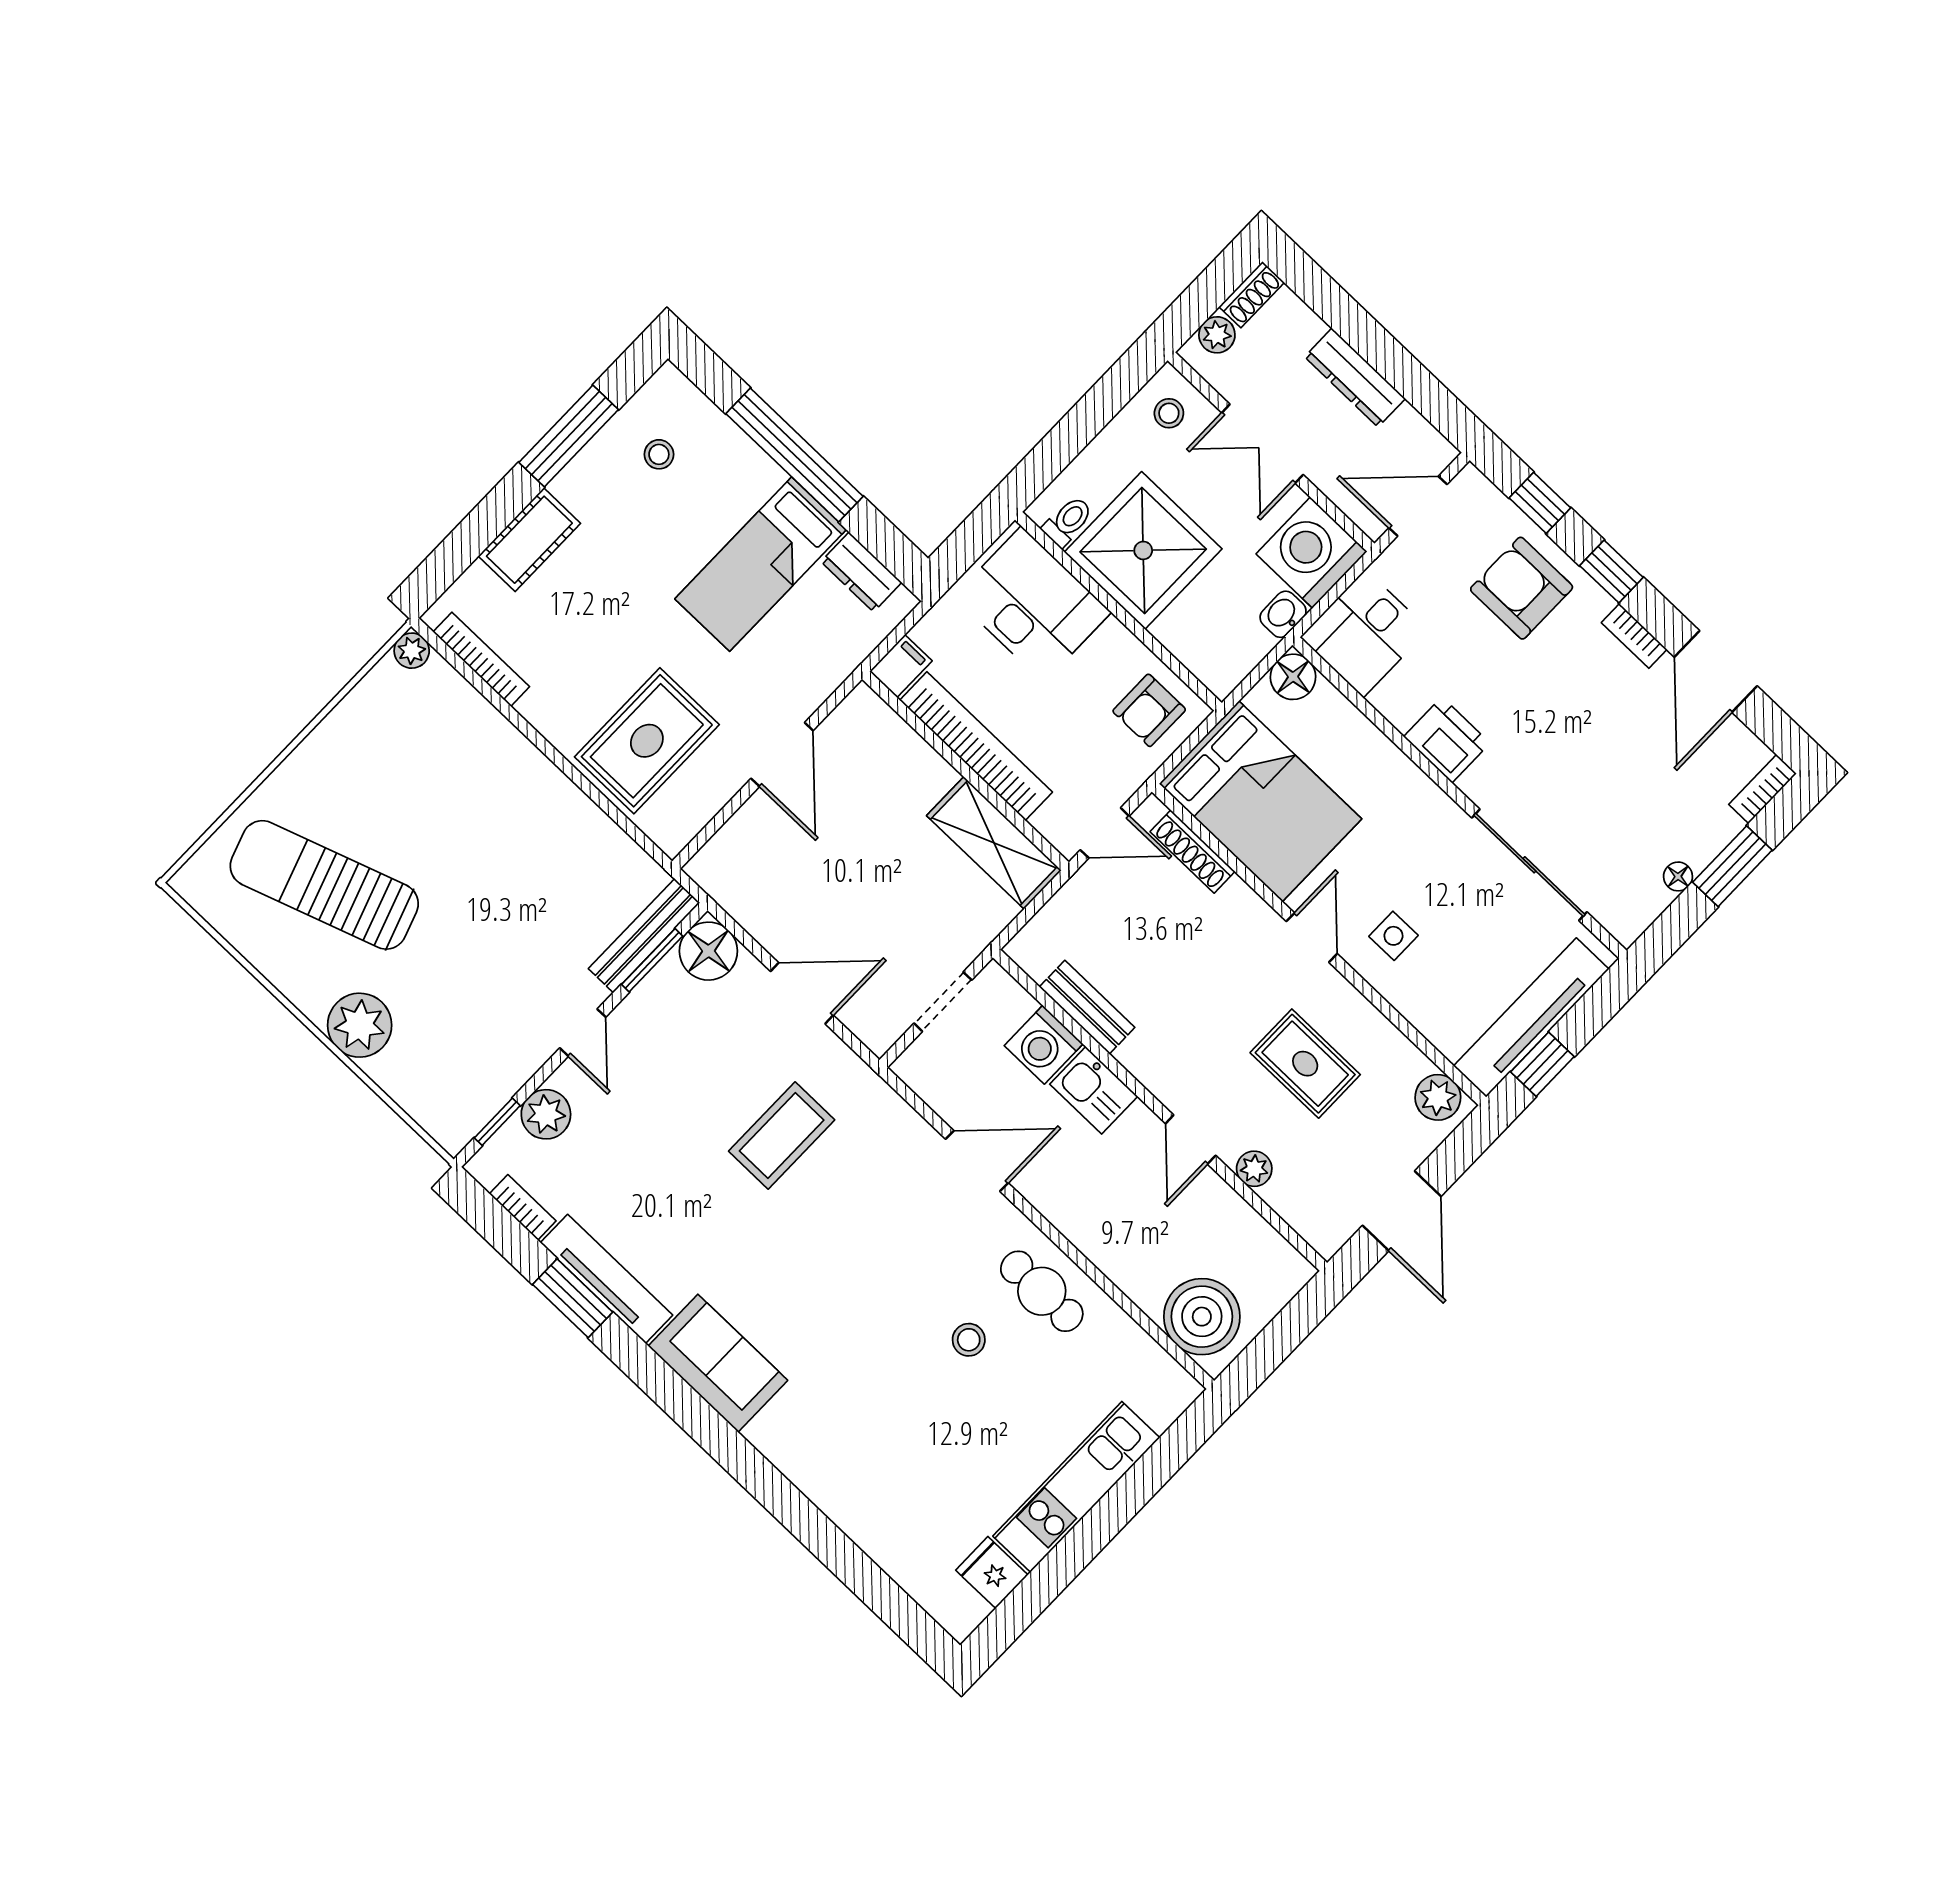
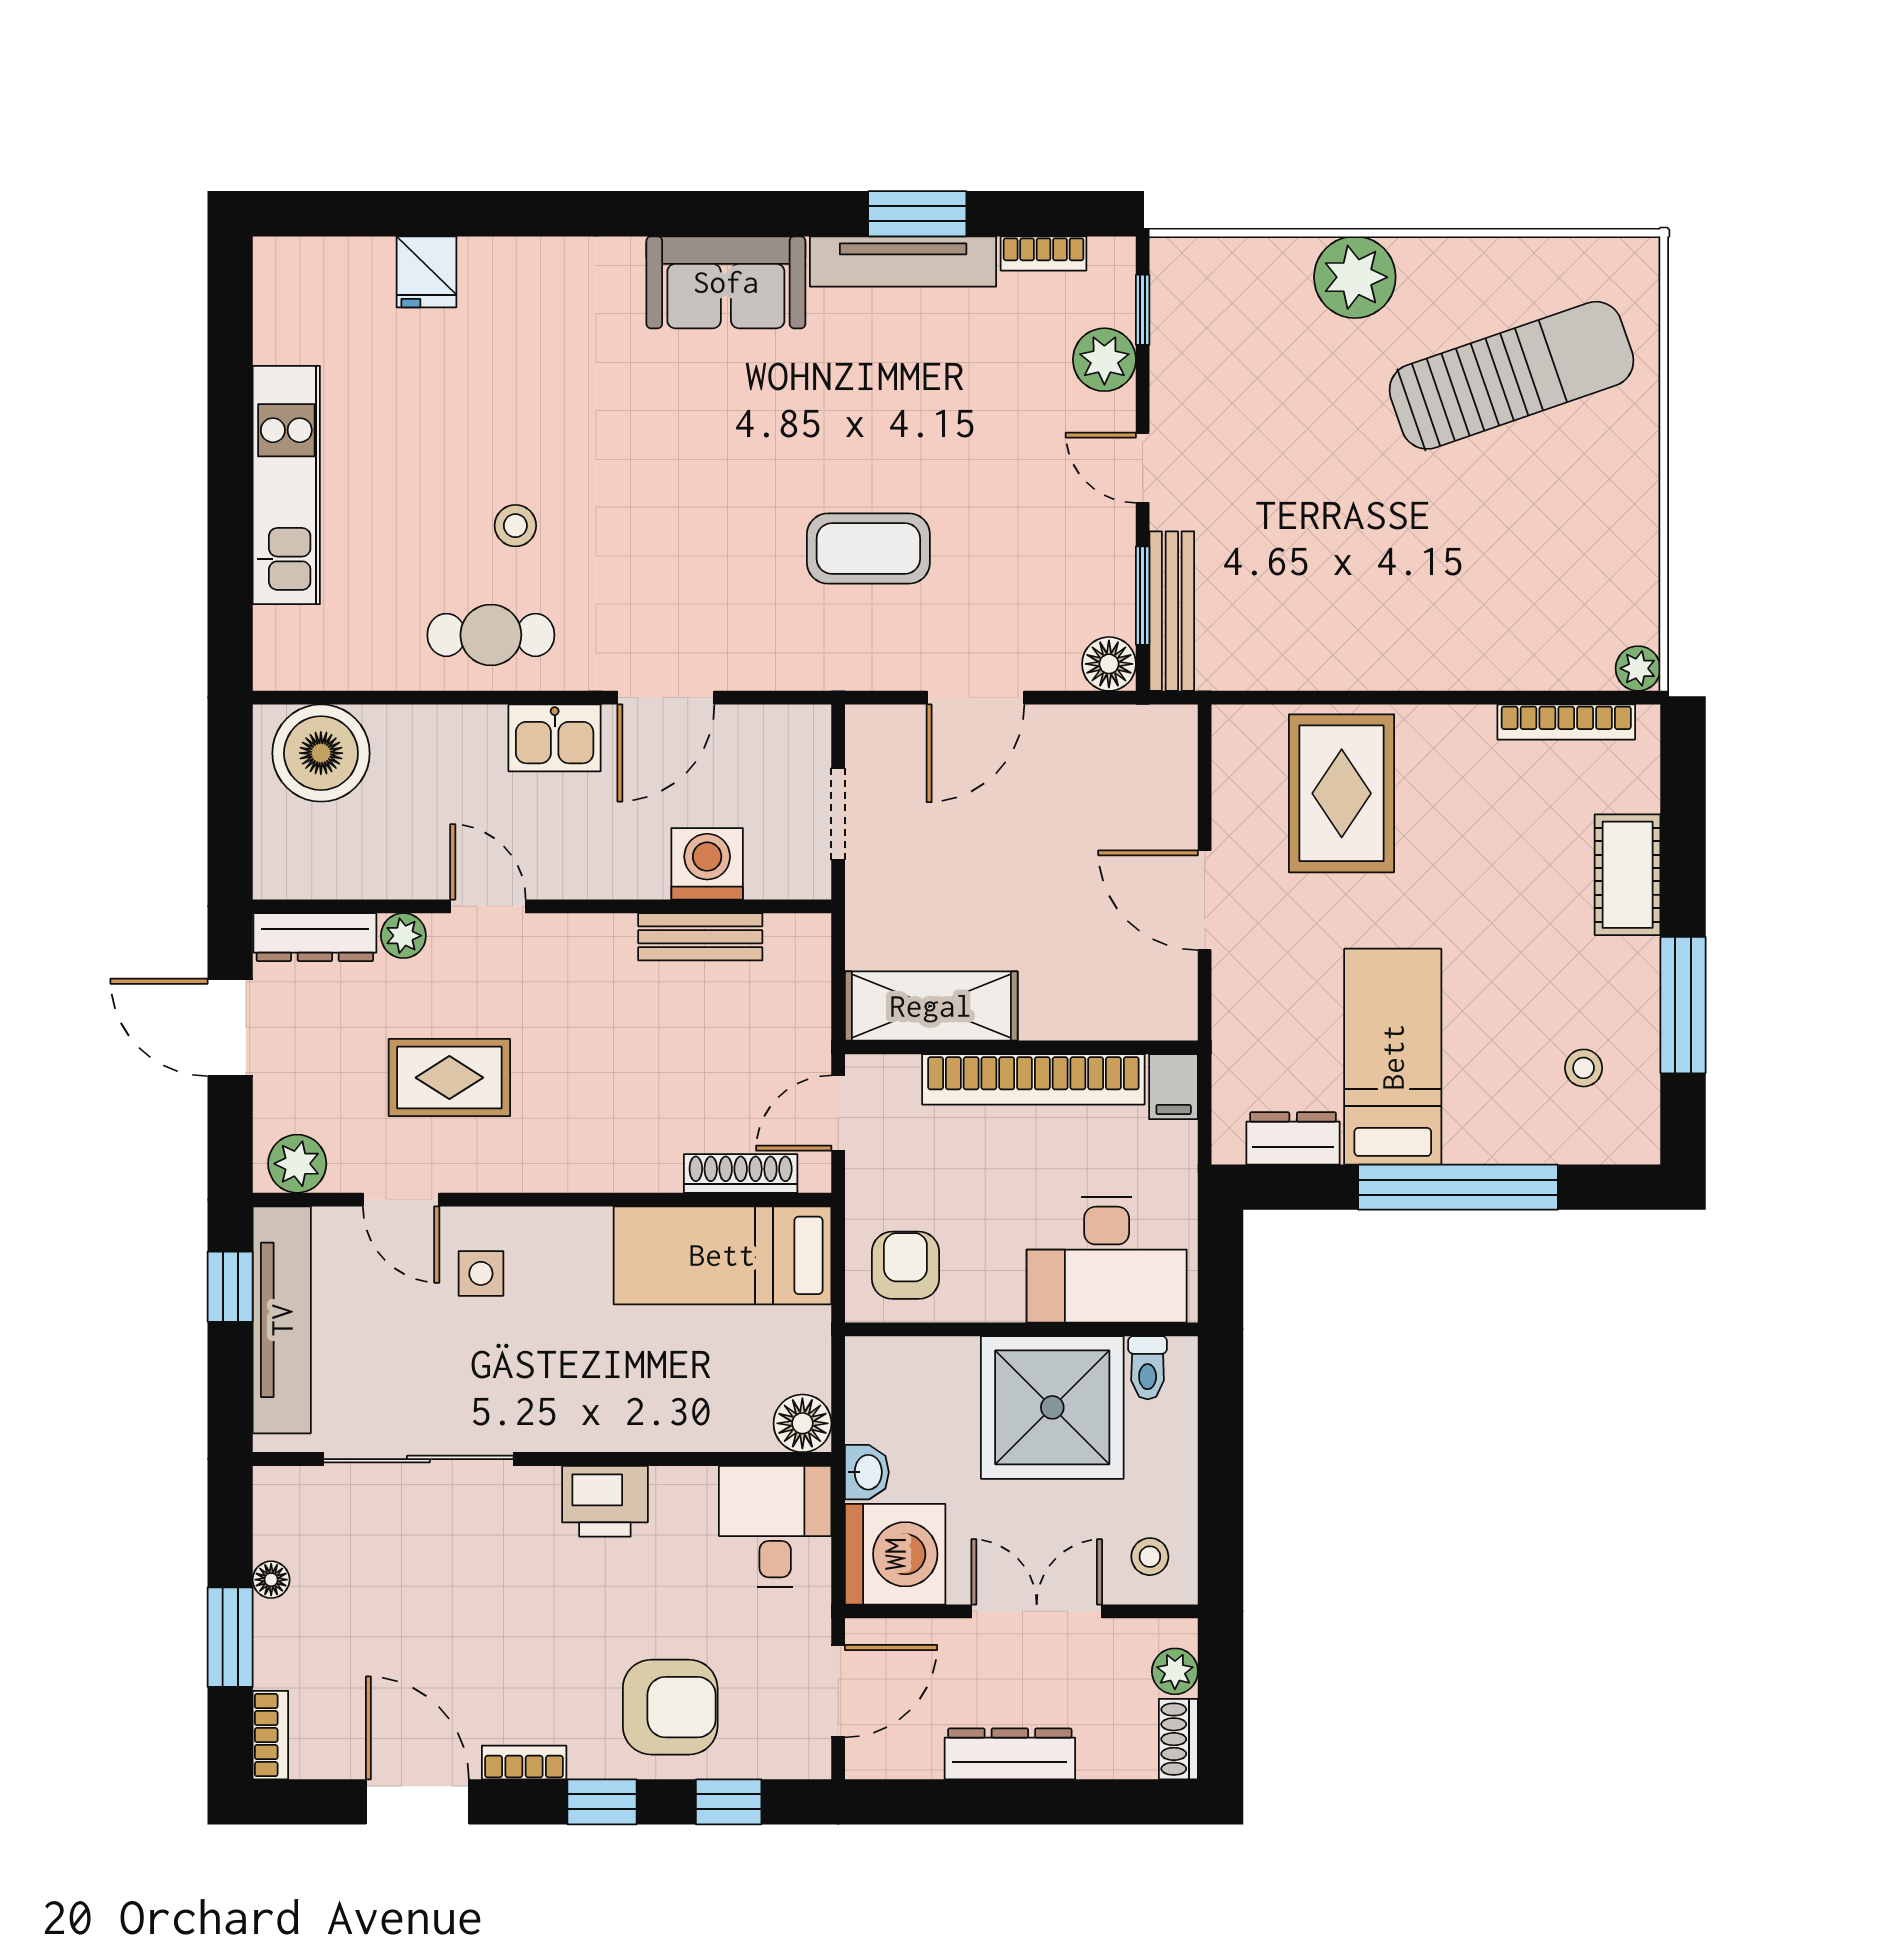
bed: (1260, 801) -> (722, 1255), width x0.67
door: (1312, 938) -> (401, 1200), moved
floor lamp: (708, 951) -> (1109, 664), width x0.73, depth x0.73
kitchen sink: (1094, 1090) -> (555, 738), moved, turned 180
coffee table: (782, 1136) -> (868, 549), turned 90
dresser: (1305, 1216) -> (315, 937), added
fridge: (992, 1573) -> (426, 272), moved, turned 90

